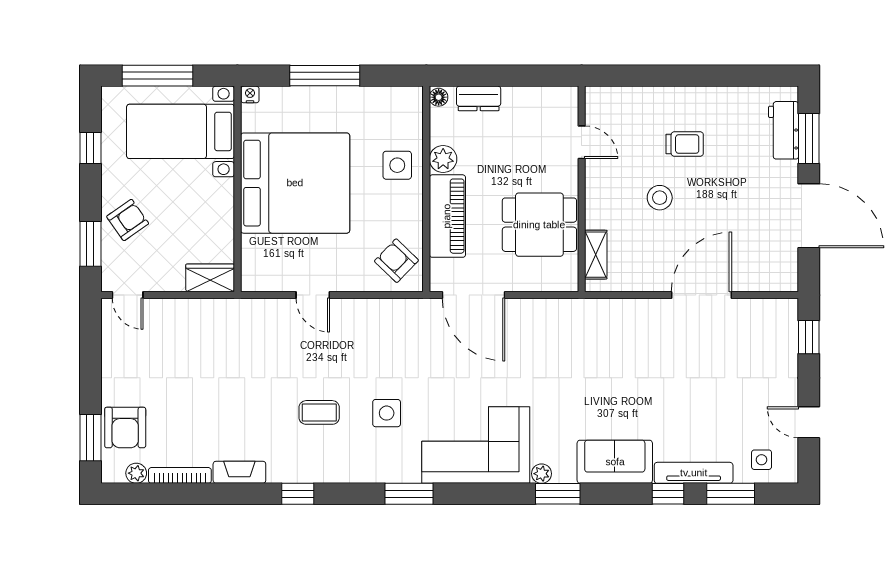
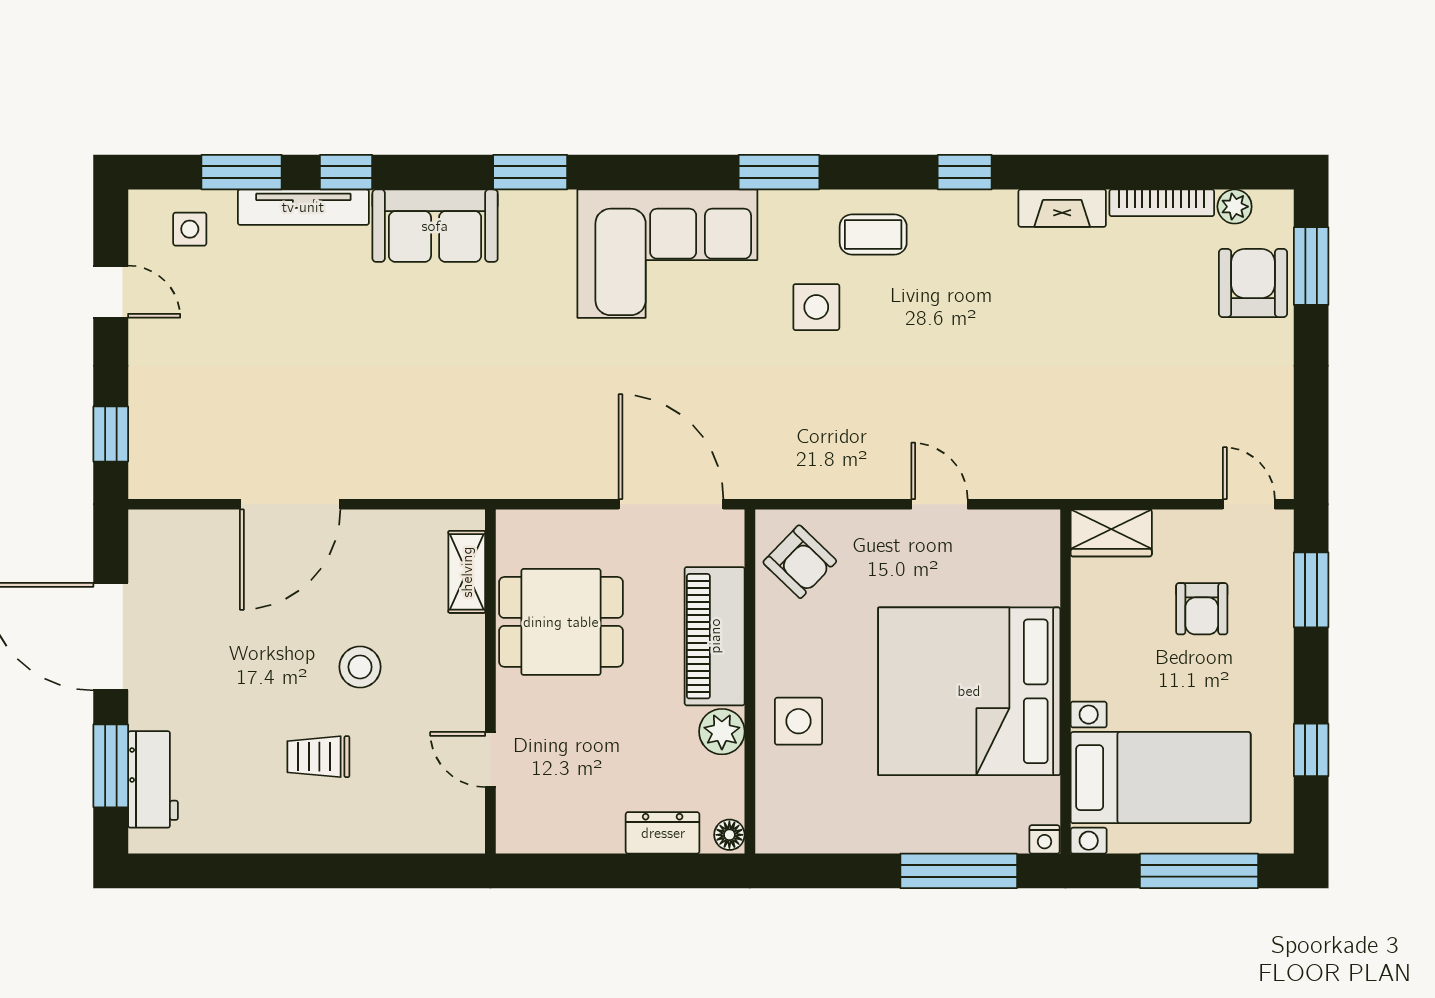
window: (325, 76) -> (959, 871), moved
armchair: (128, 220) -> (1202, 609), moved, turned -55
coffee table: (319, 412) -> (873, 234), moved
plant: (542, 474) -> (557, 206), removed

